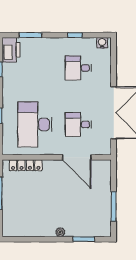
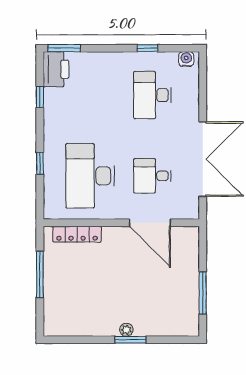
window: (30, 35) -> (64, 48), moved
desk: (78, 68) -> (152, 95), width x1.37
window: (84, 239) -> (130, 340), moved

